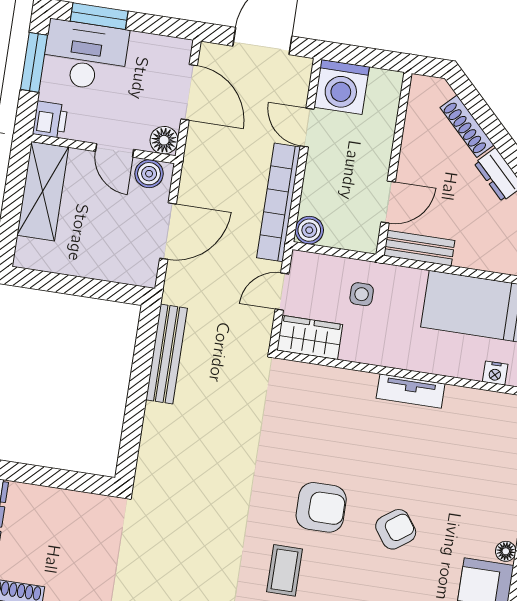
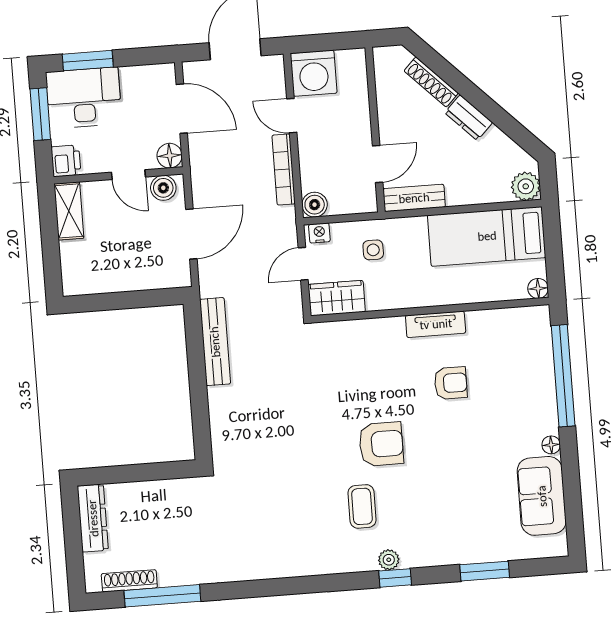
shelving: (43, 191) -> (69, 211), width x0.67, depth x0.75
bookcase: (279, 202) -> (284, 170), width x0.68, depth x0.76
nightstand: (495, 373) -> (319, 233), moved, turned 180
armchair: (396, 529) -> (451, 383), moved, turned 36

